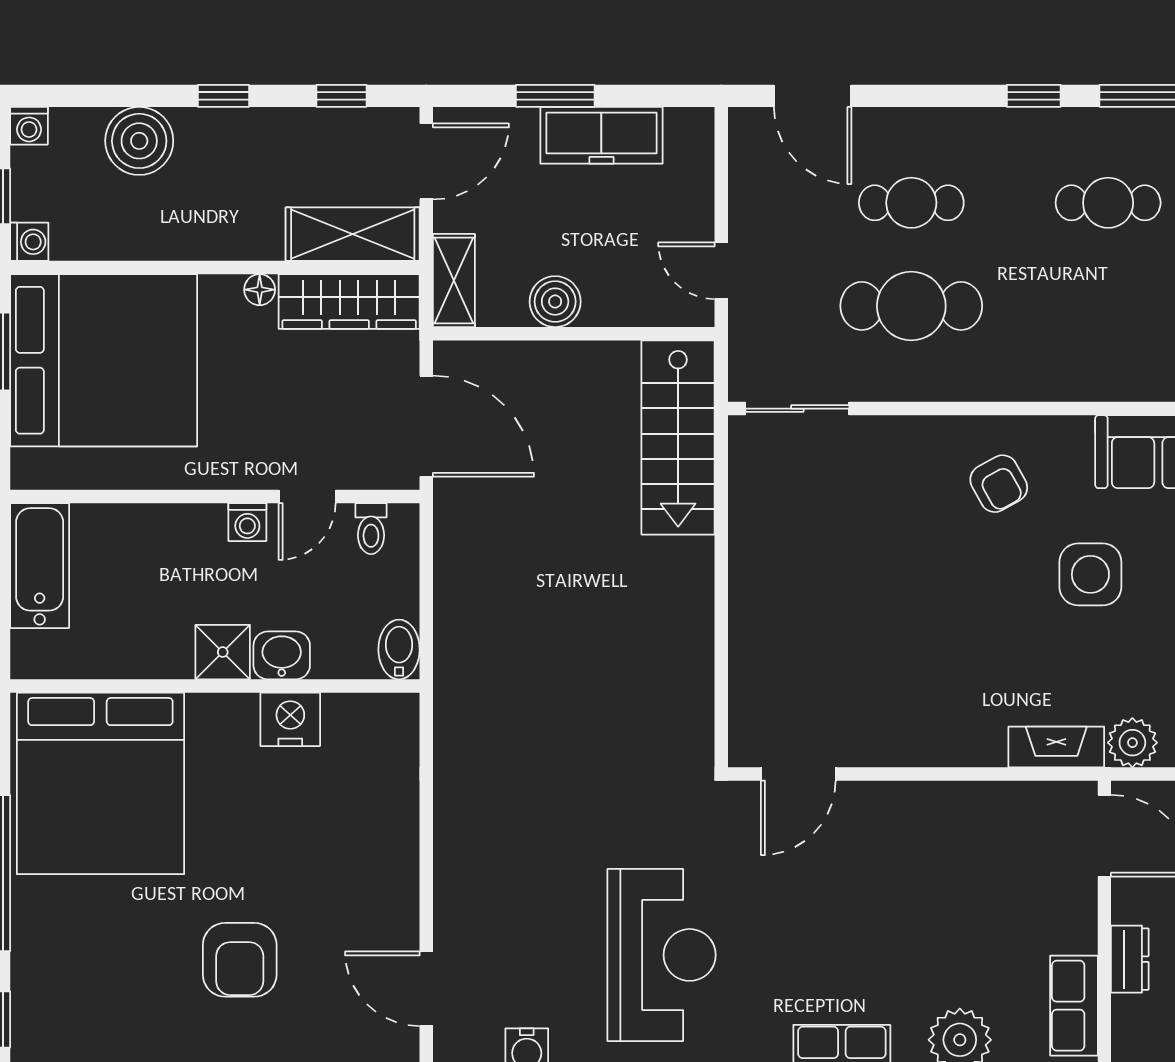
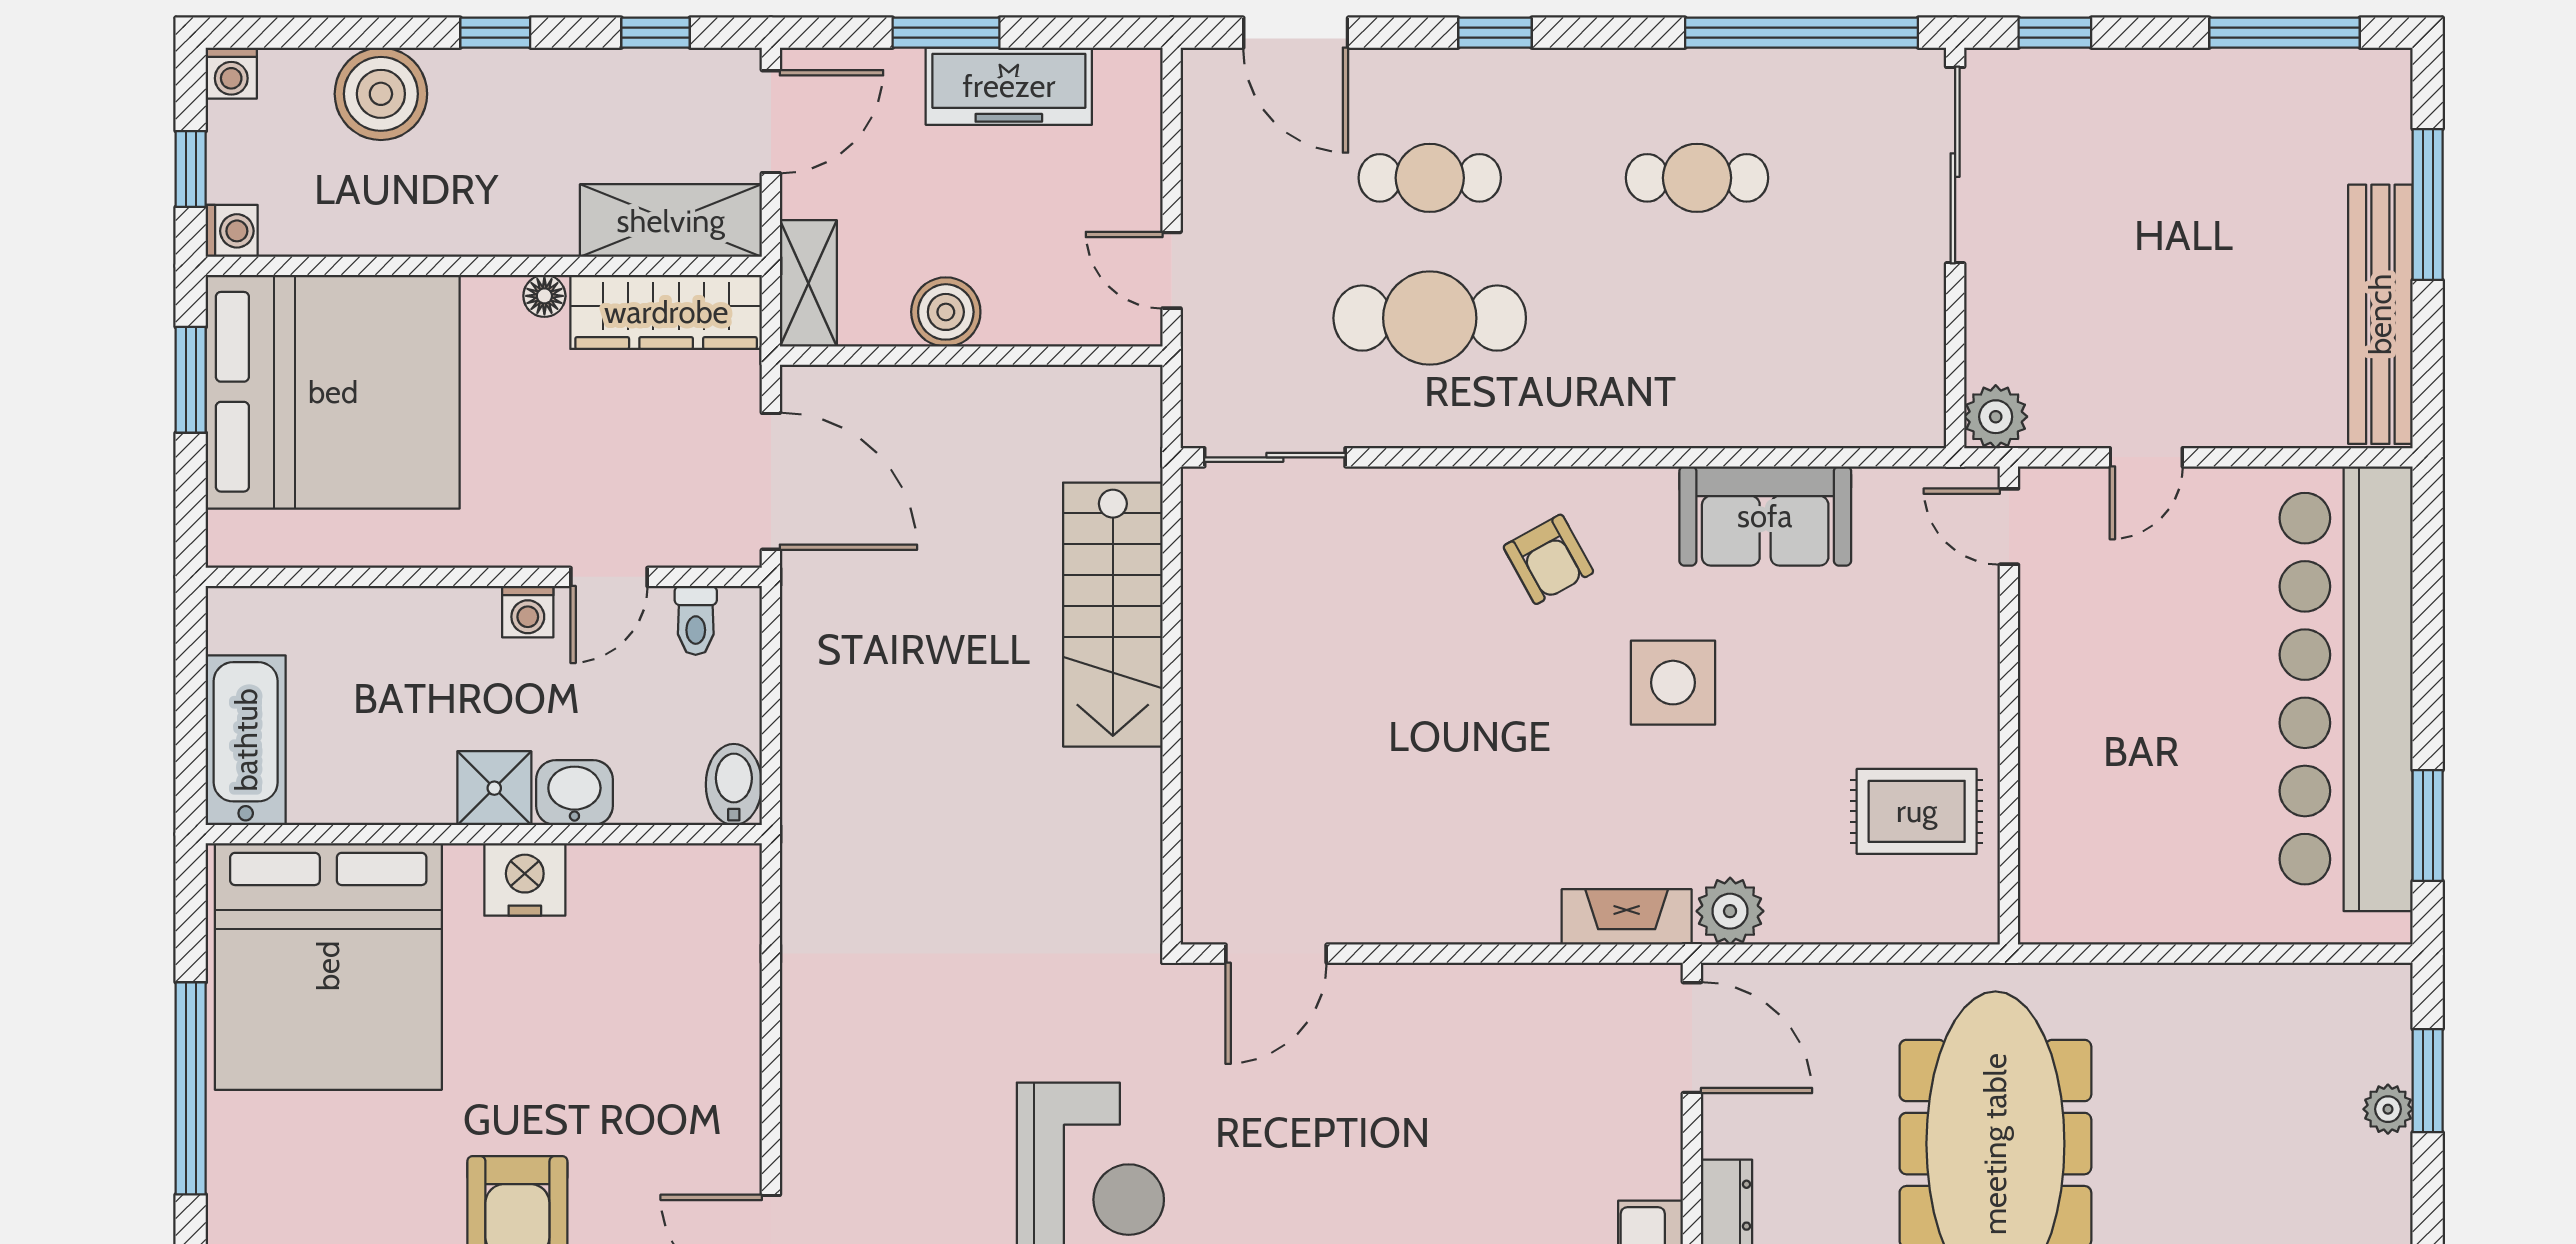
window: (1034, 96) -> (1495, 33), moved
stairs: (678, 437) -> (1113, 615), moved
bathtub: (40, 566) -> (246, 740), moved
nightstand: (290, 719) -> (525, 879), moved

